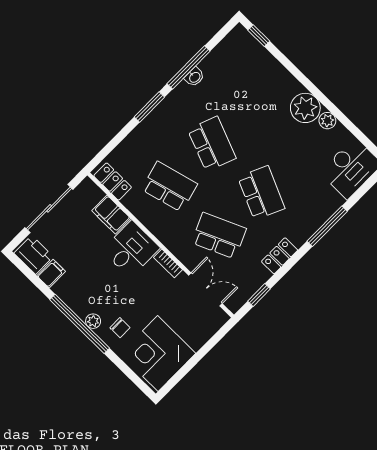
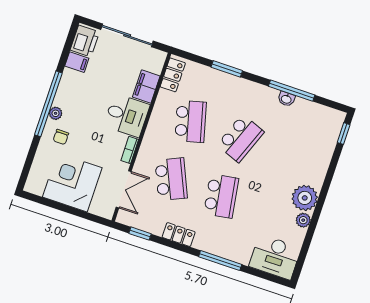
window: (149, 107) -> (227, 69), moved
school desk: (261, 193) -> (221, 196), turned -33
corner desk: (158, 354) -> (72, 182), moved

